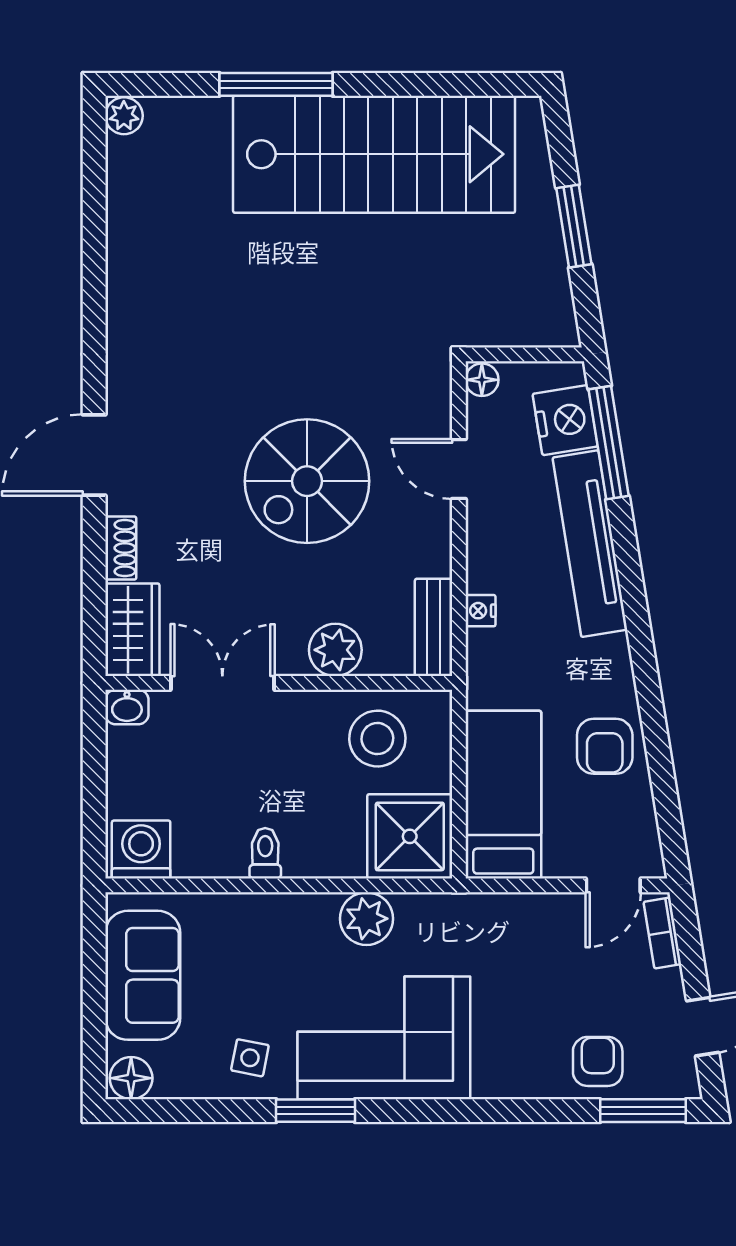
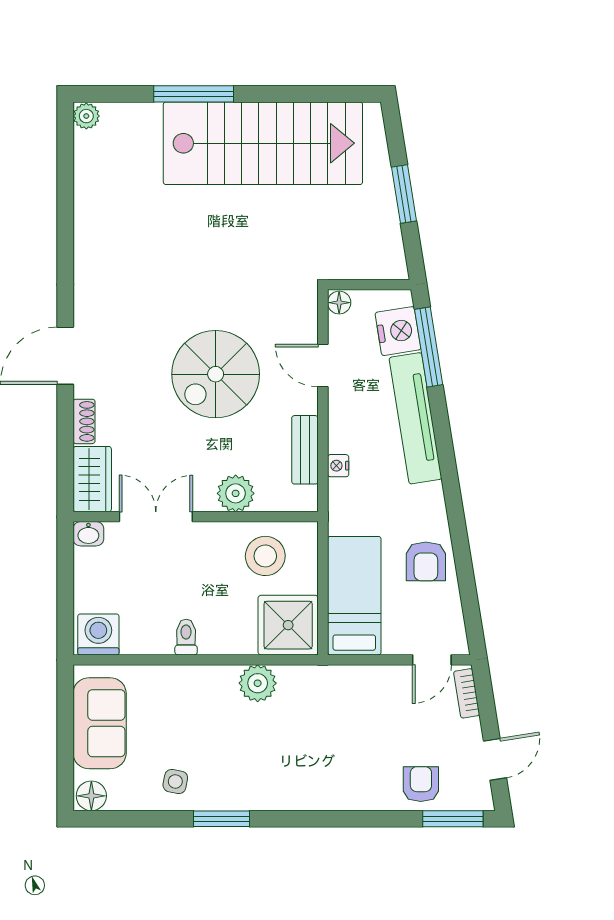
bench: (433, 627) -> (305, 450), moved
corner sofa: (384, 1038) -> (270, 767), removed

